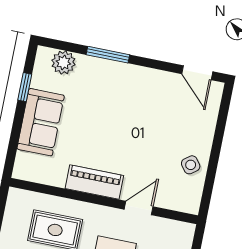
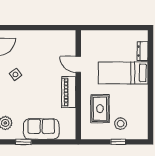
side table: (191, 165) -> (15, 75), moved

